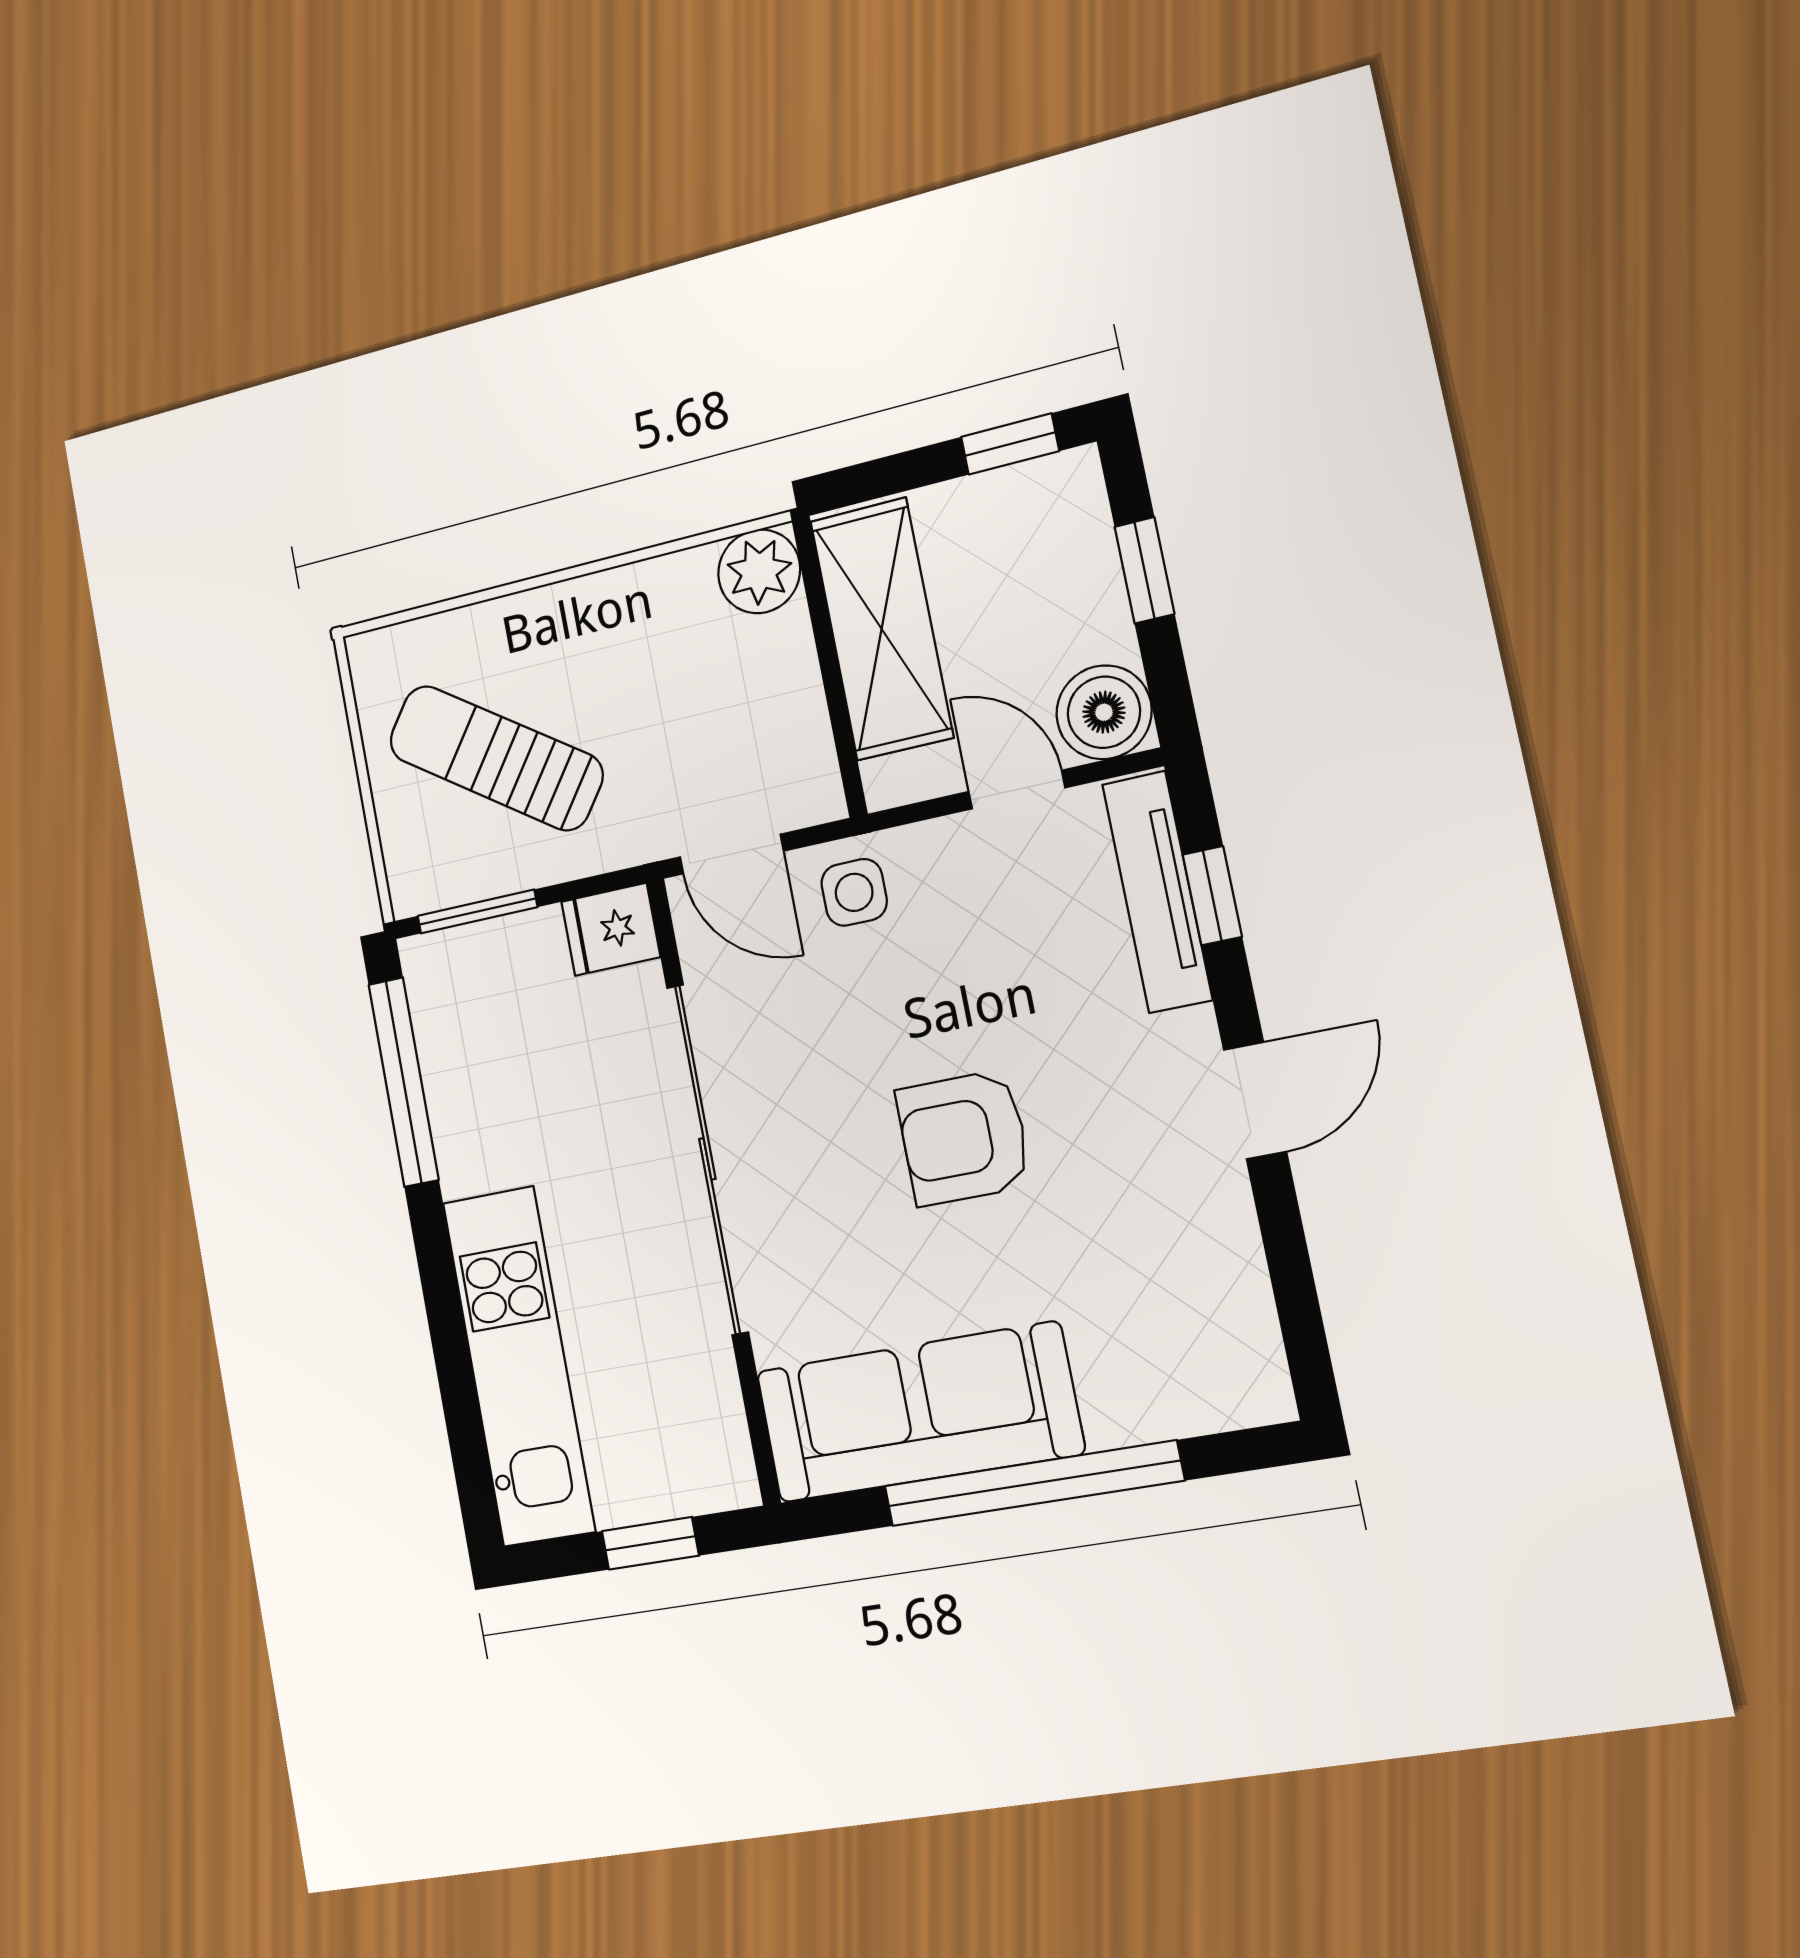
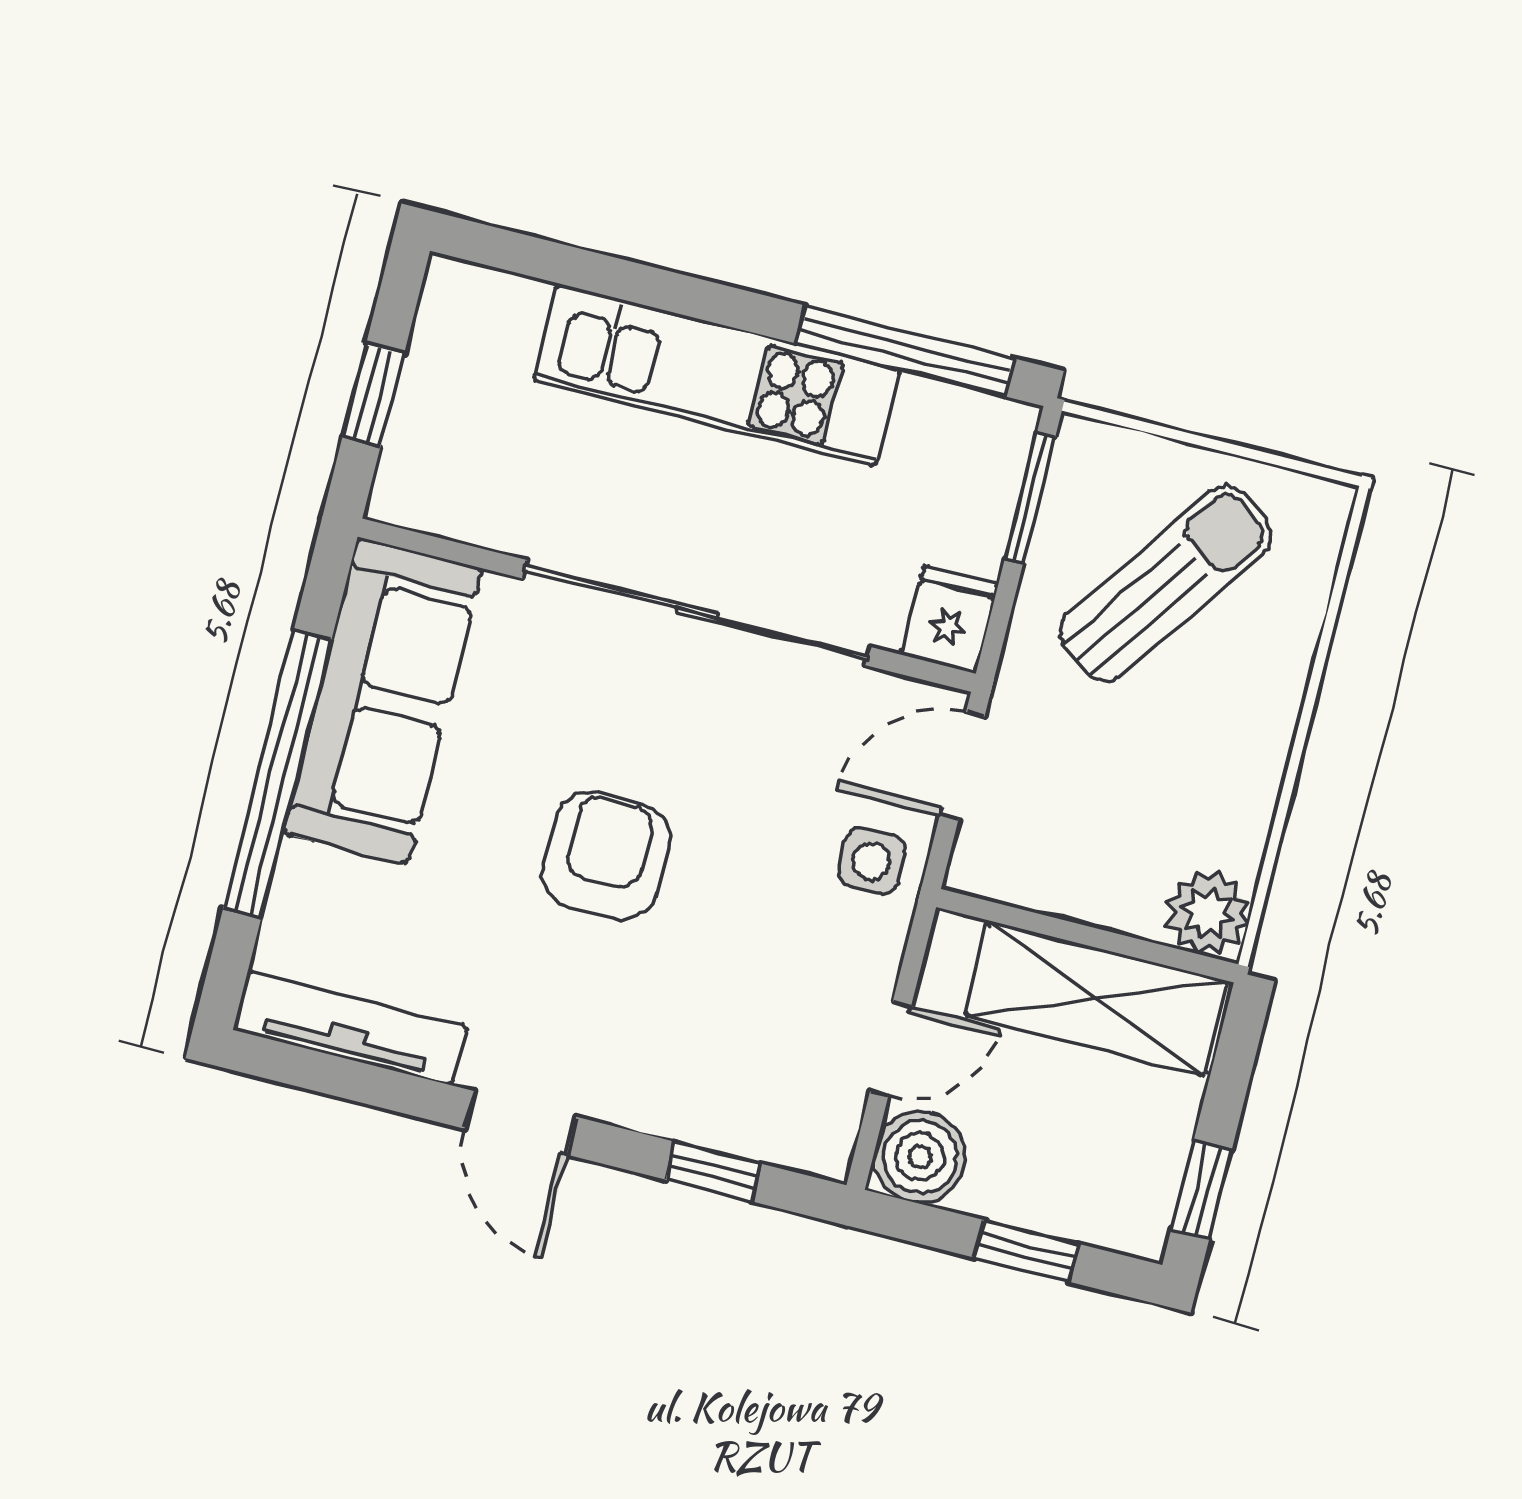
tv unit: (1157, 892) -> (350, 1028), moved
kitchen unit: (519, 1366) -> (716, 375), moved

